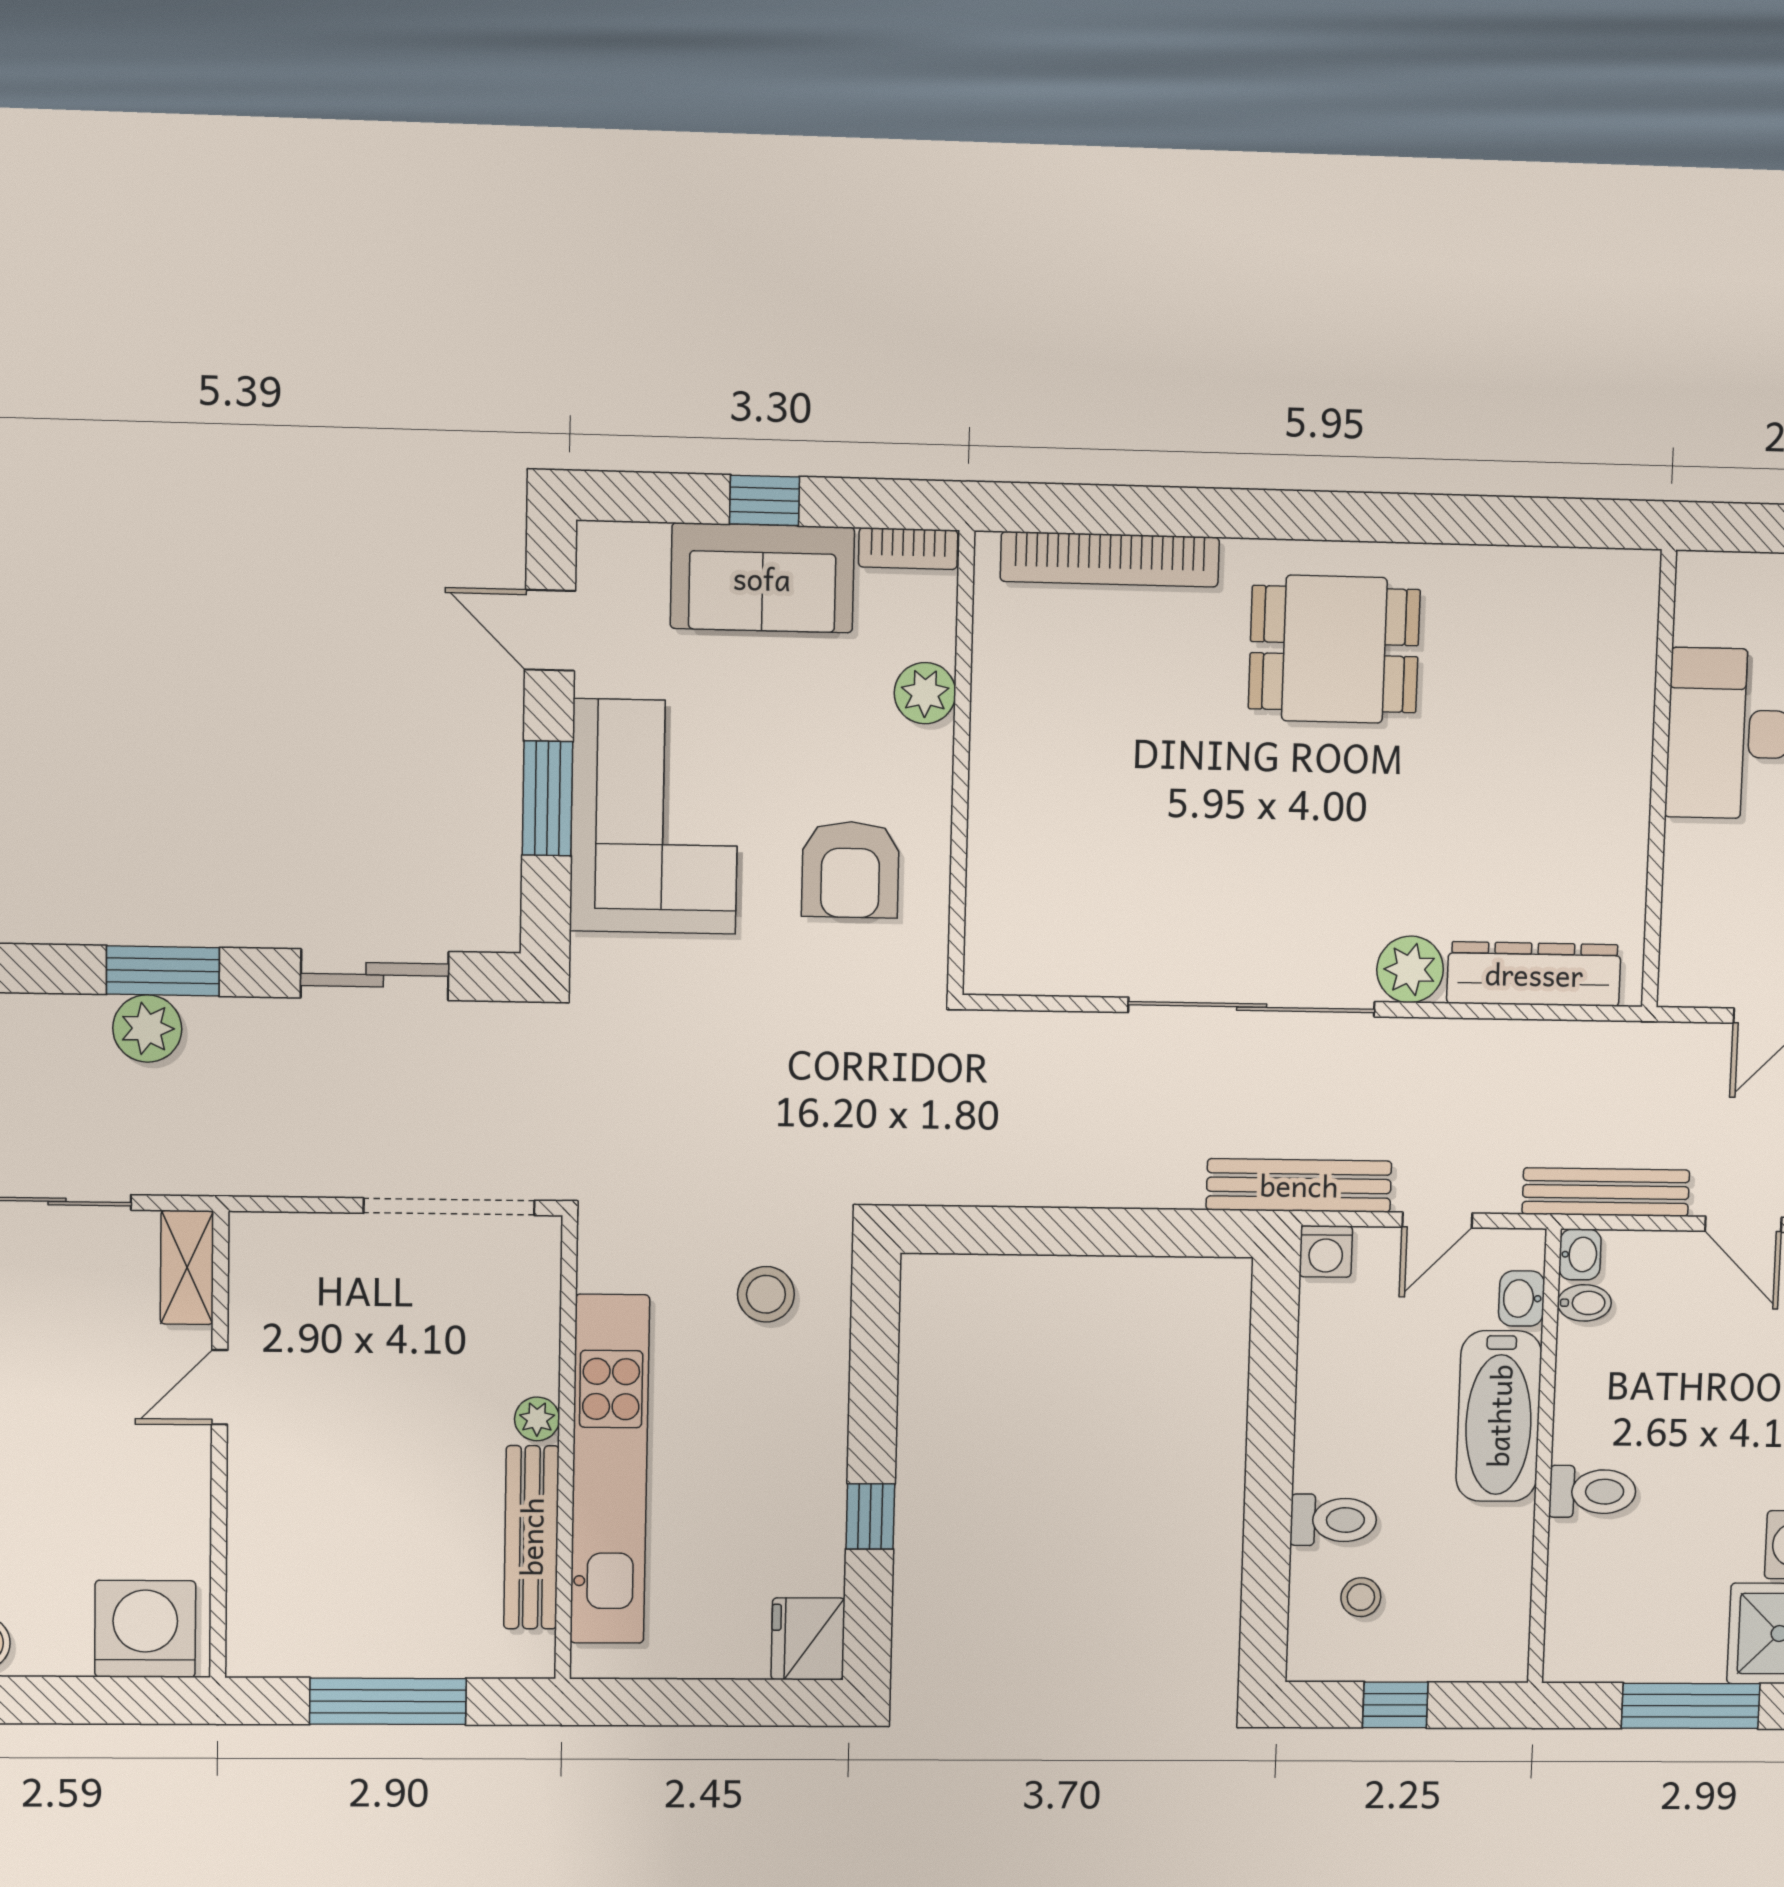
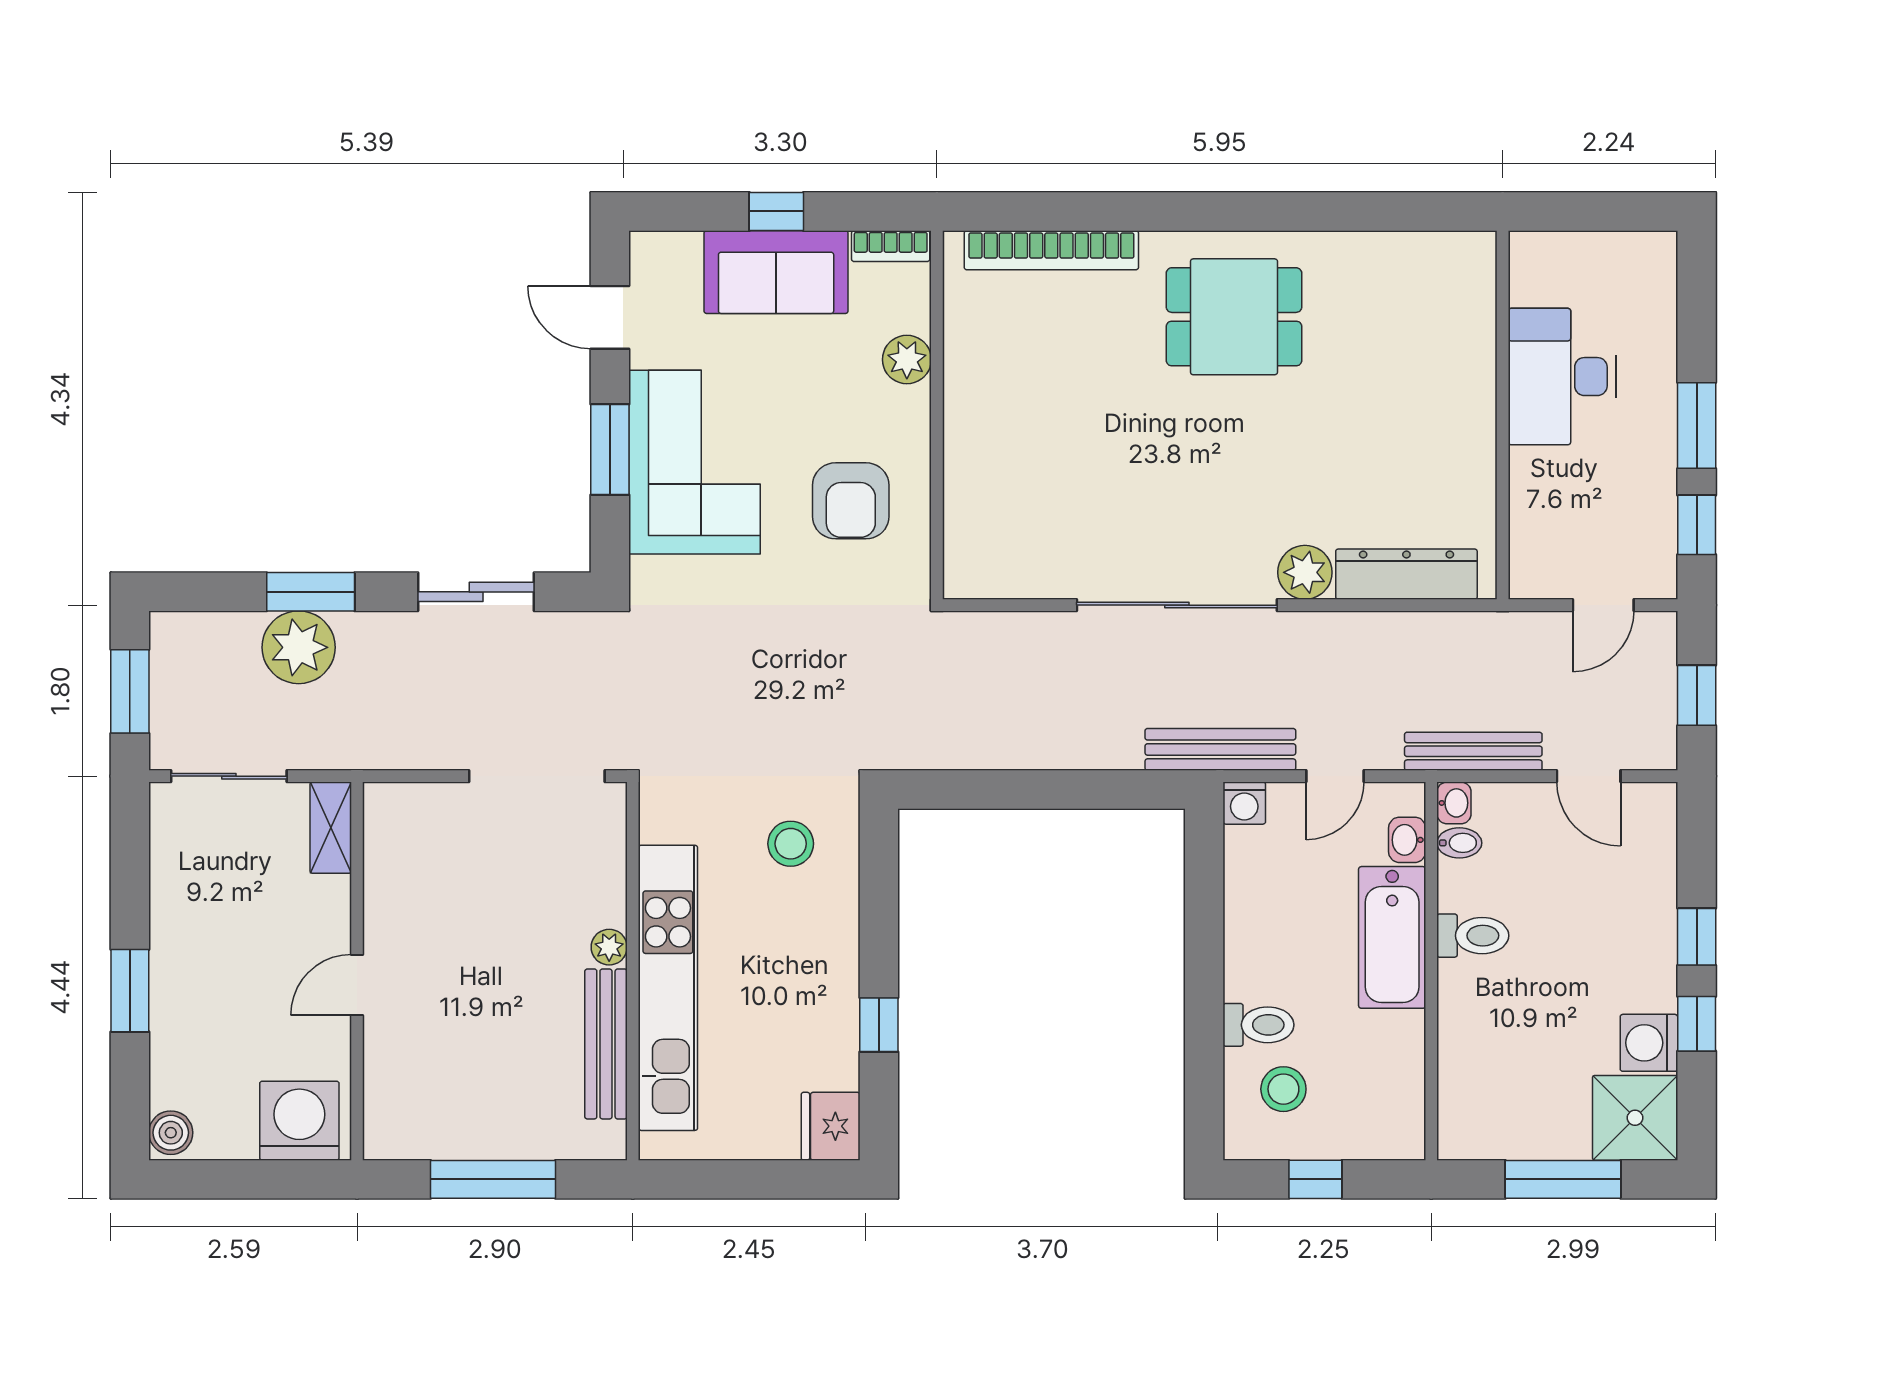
plant: (147, 1028) -> (299, 647), width x1.36, depth x1.36
door: (220, 1387) -> (357, 985), moved
toilet: (1593, 1492) -> (1473, 936), moved
stool: (1361, 1597) -> (1283, 1089), width x1.37, depth x1.37

